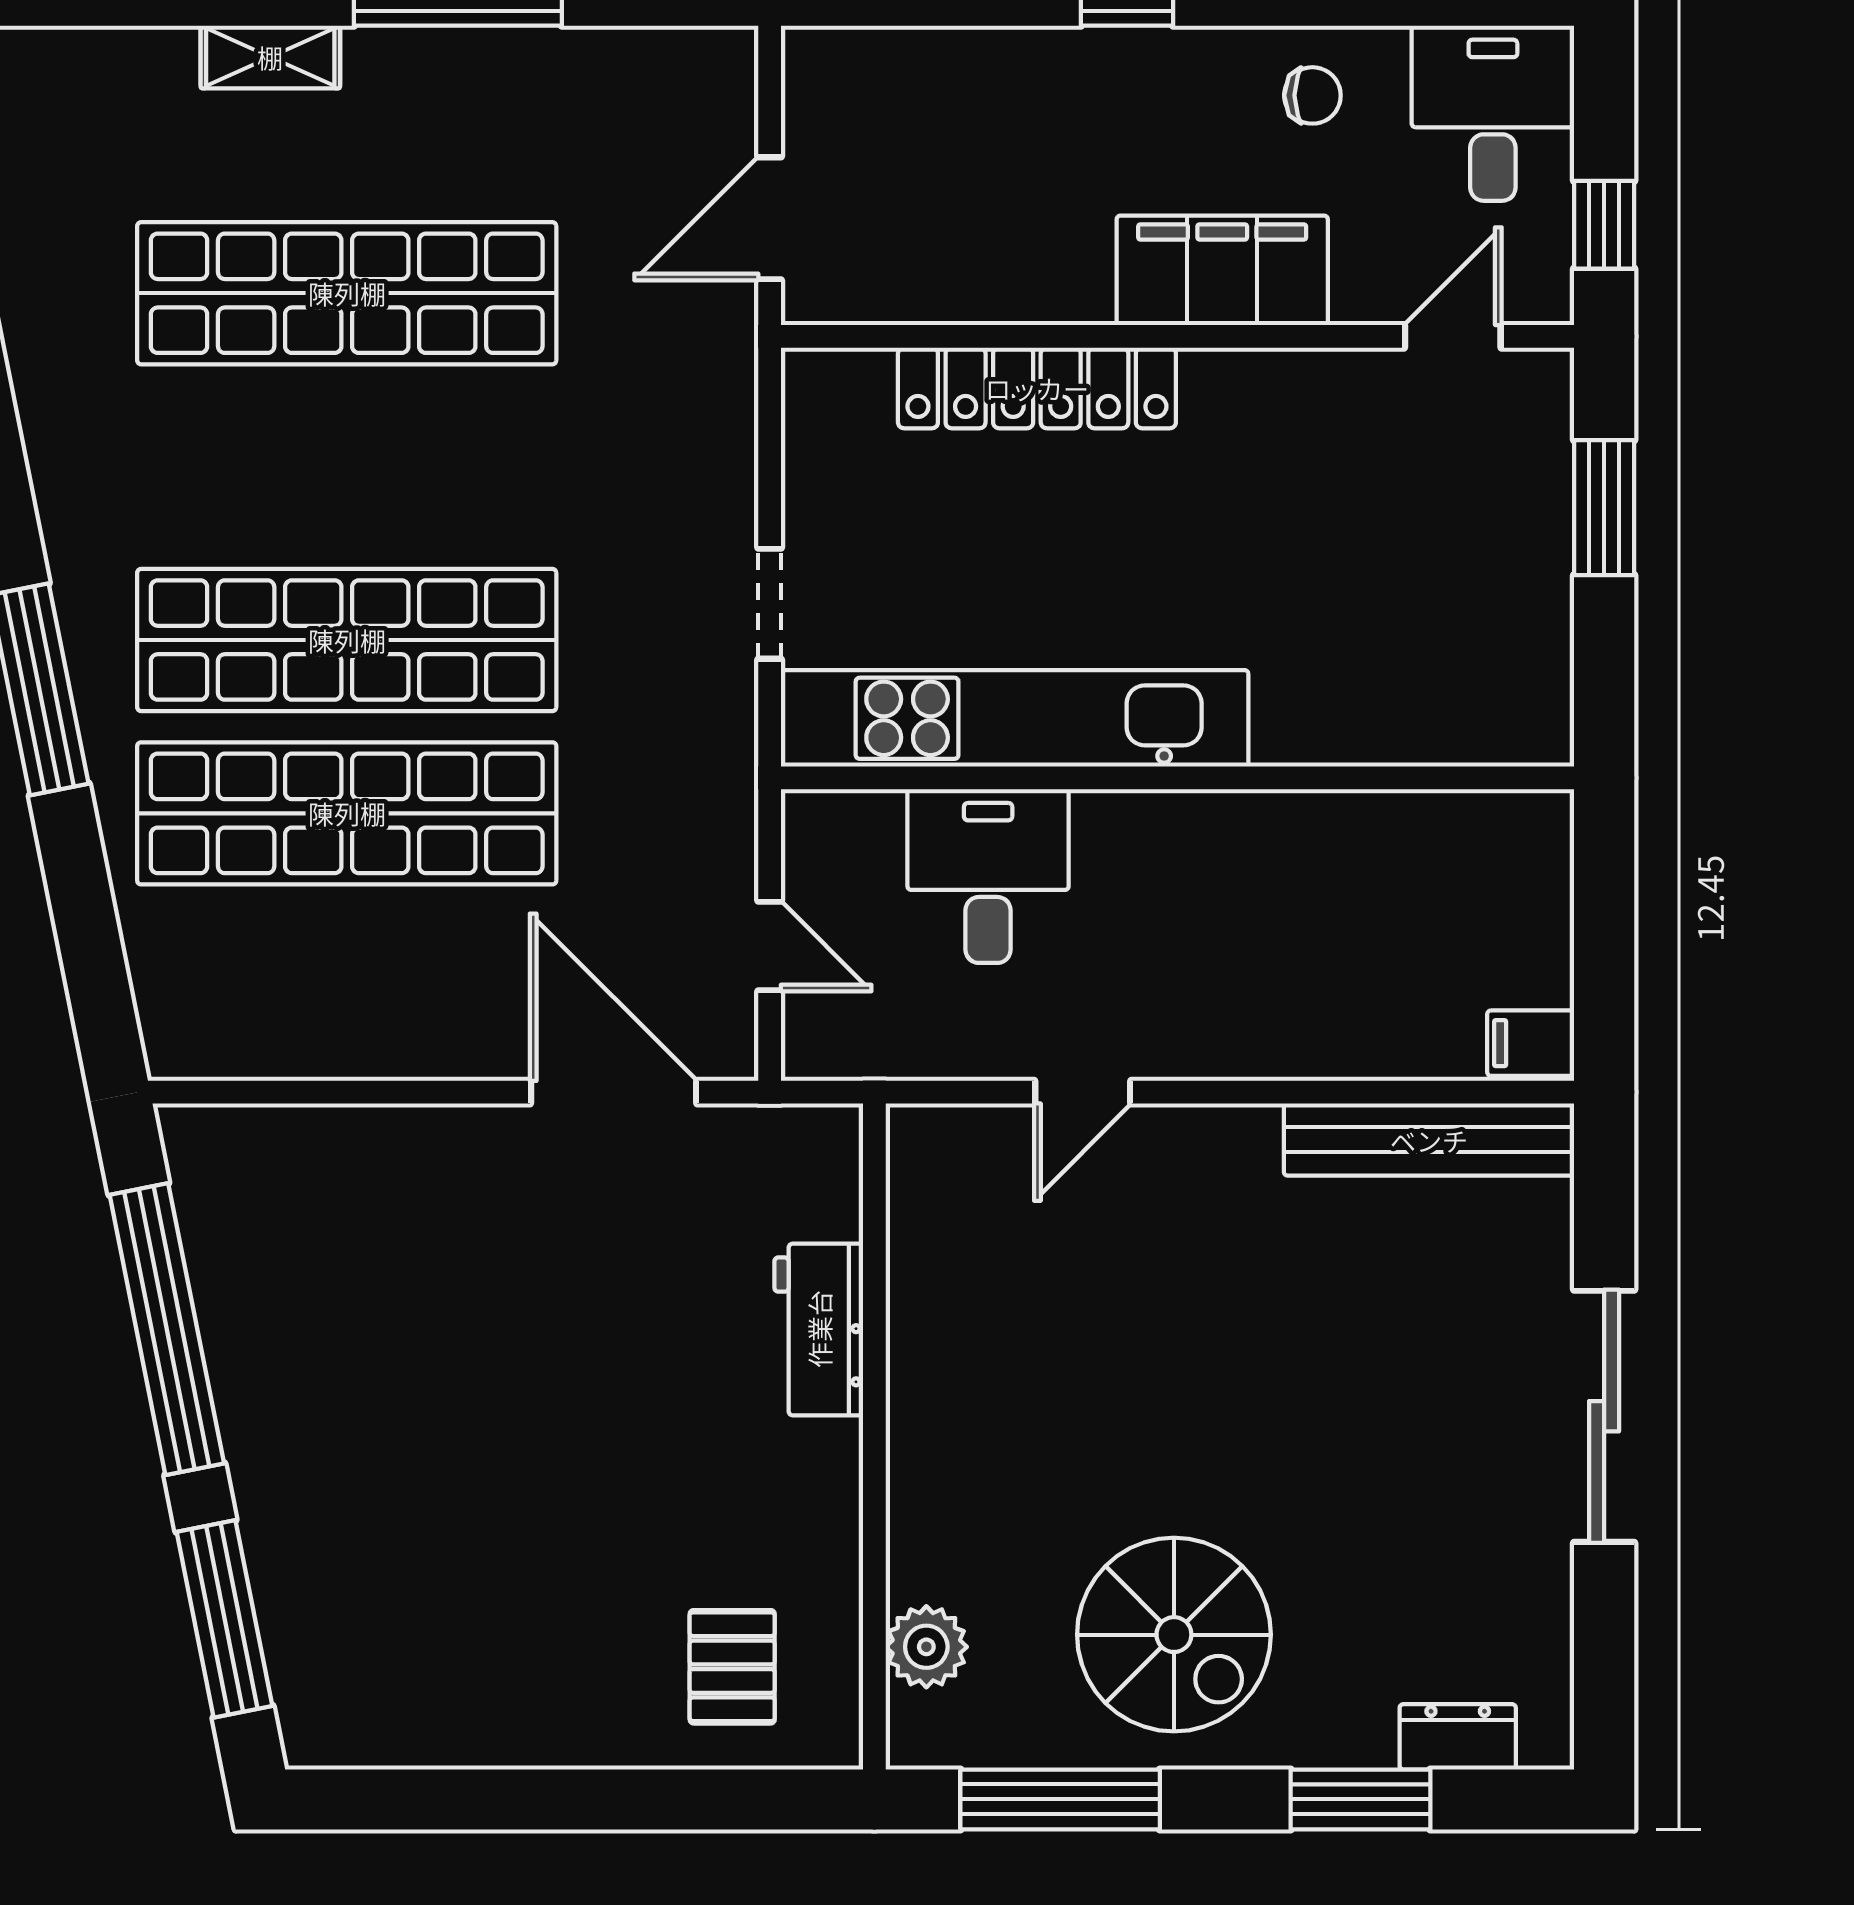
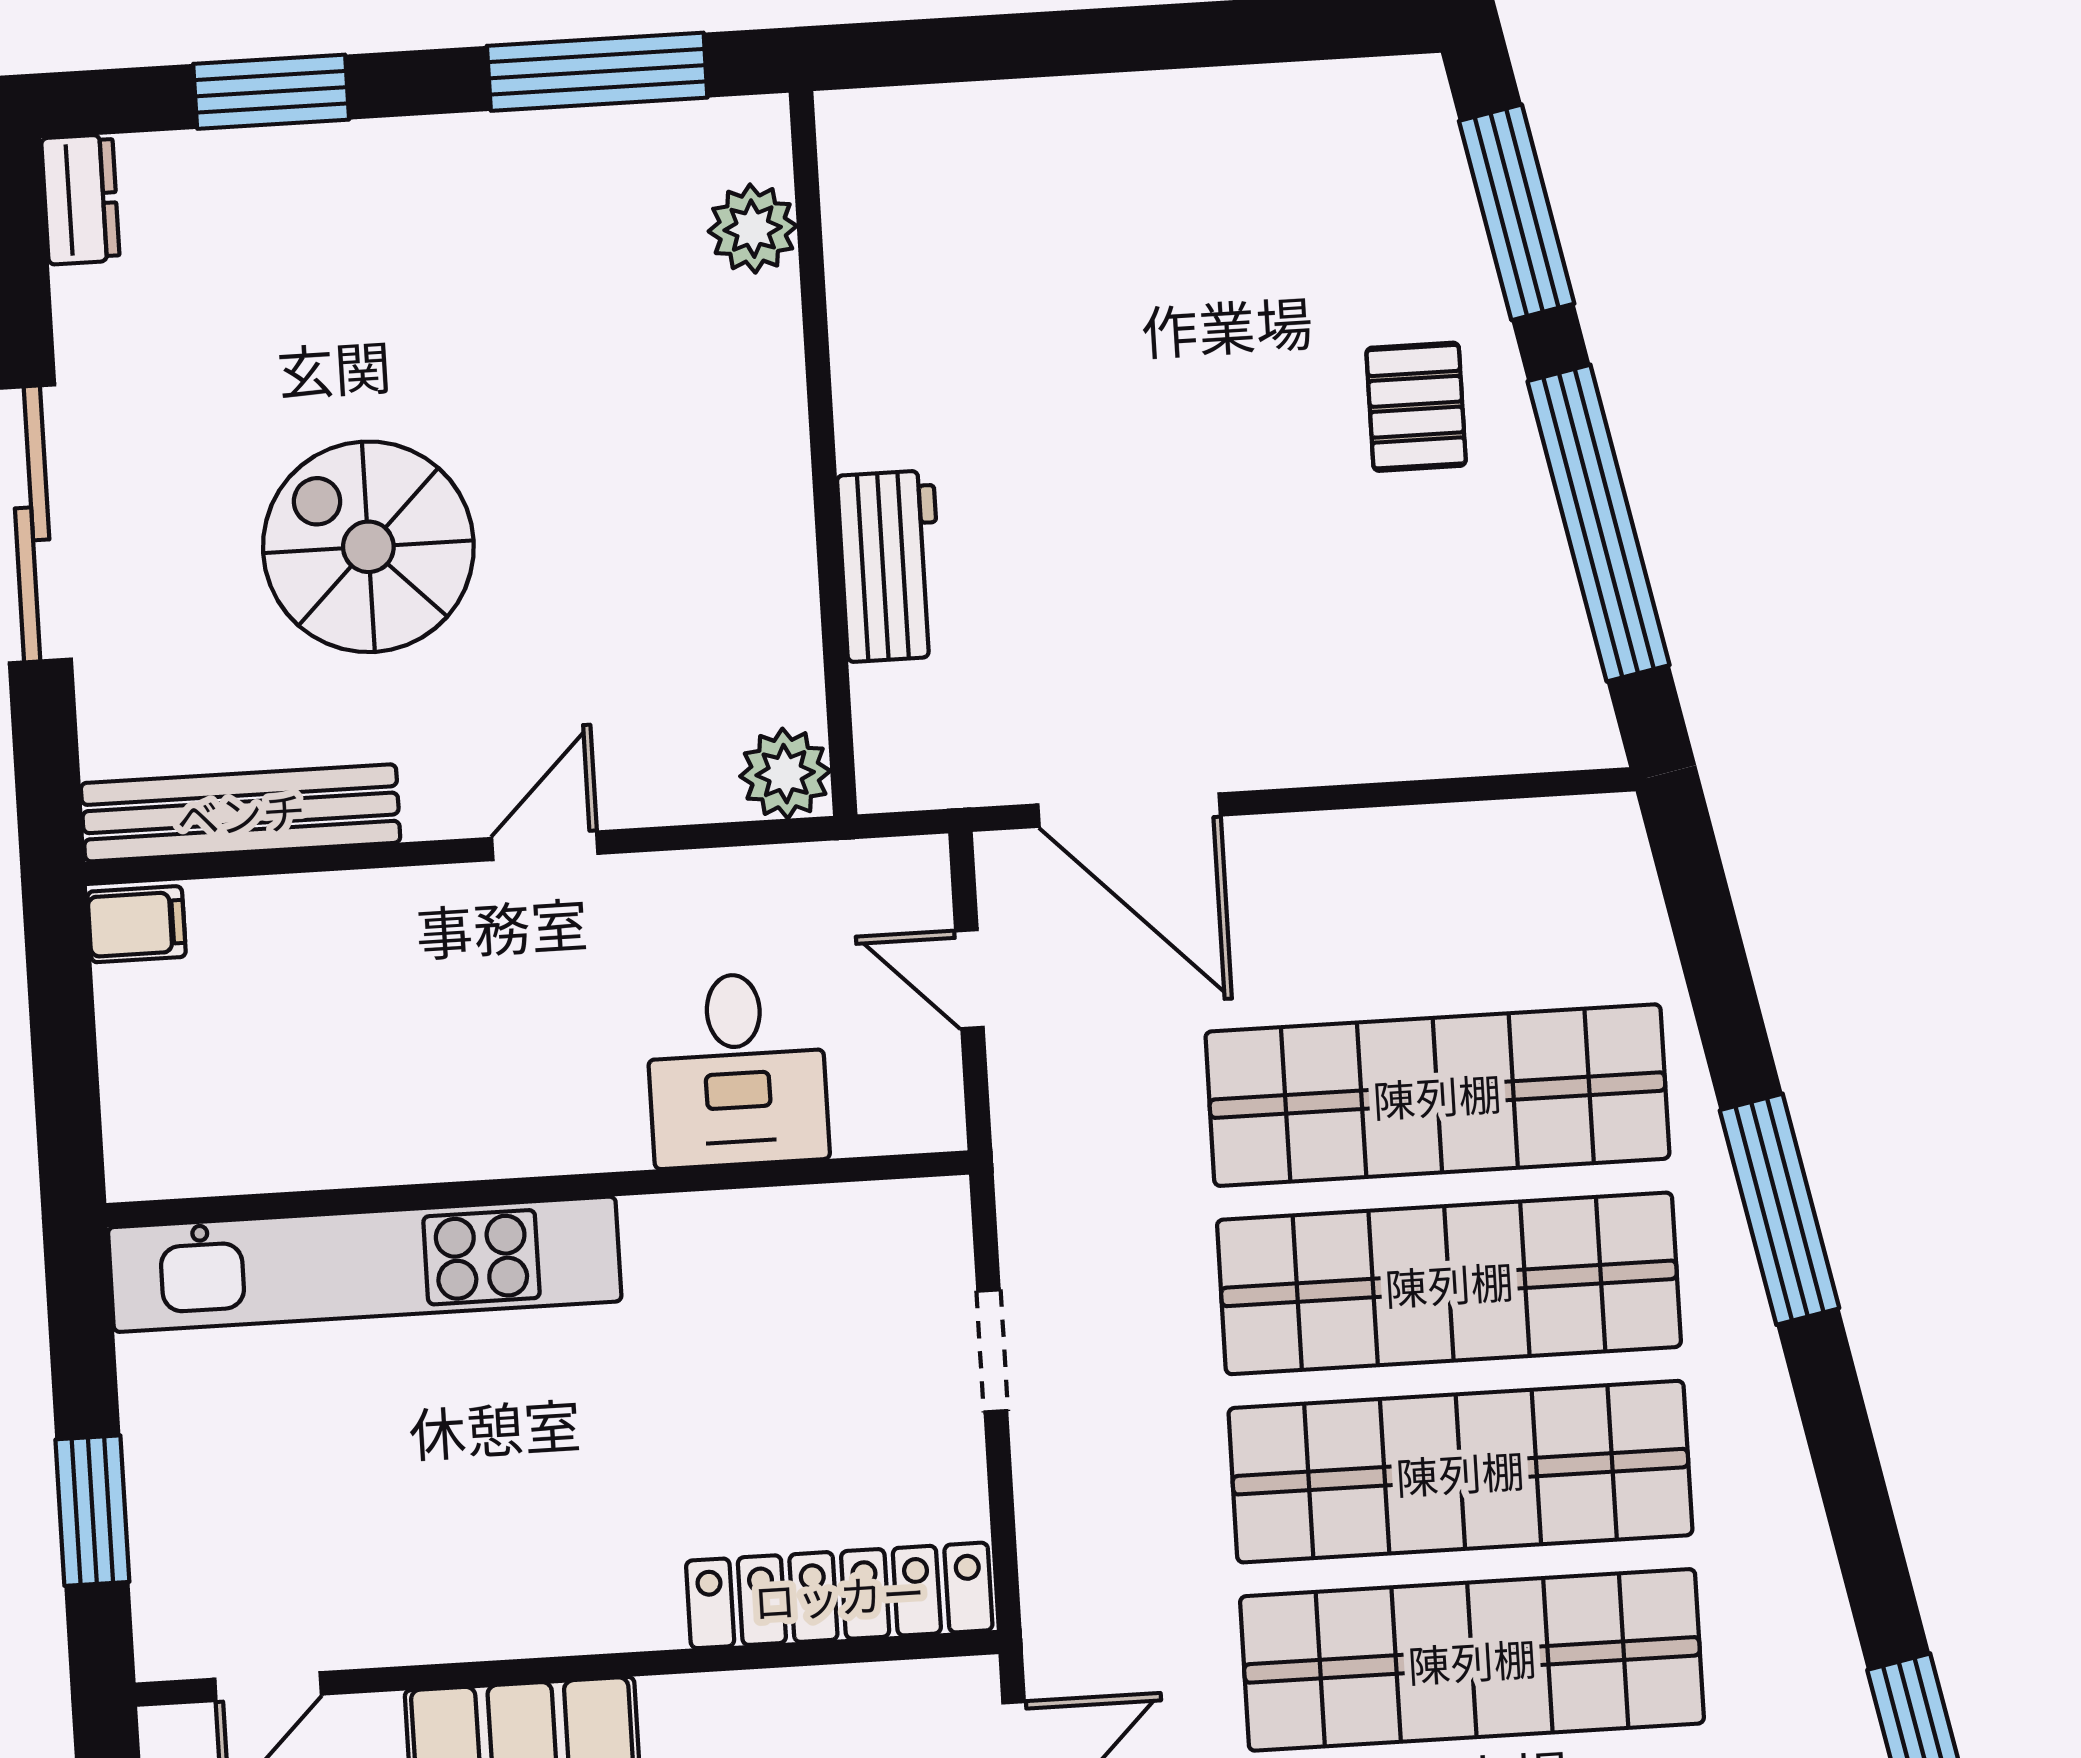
locker: (1037, 388) -> (839, 1595), moved
shop shelf: (347, 467) -> (1460, 1472), added
kitchen unit: (1015, 718) -> (365, 1264), moved
door: (1083, 1092) -> (545, 846), moved
plant: (927, 1145) -> (785, 774), added
spiral stairs: (1174, 1635) -> (368, 547), moved
pallet: (732, 1667) -> (1416, 407), moved
dresser: (1458, 1737) -> (80, 199), moved, turned -90

